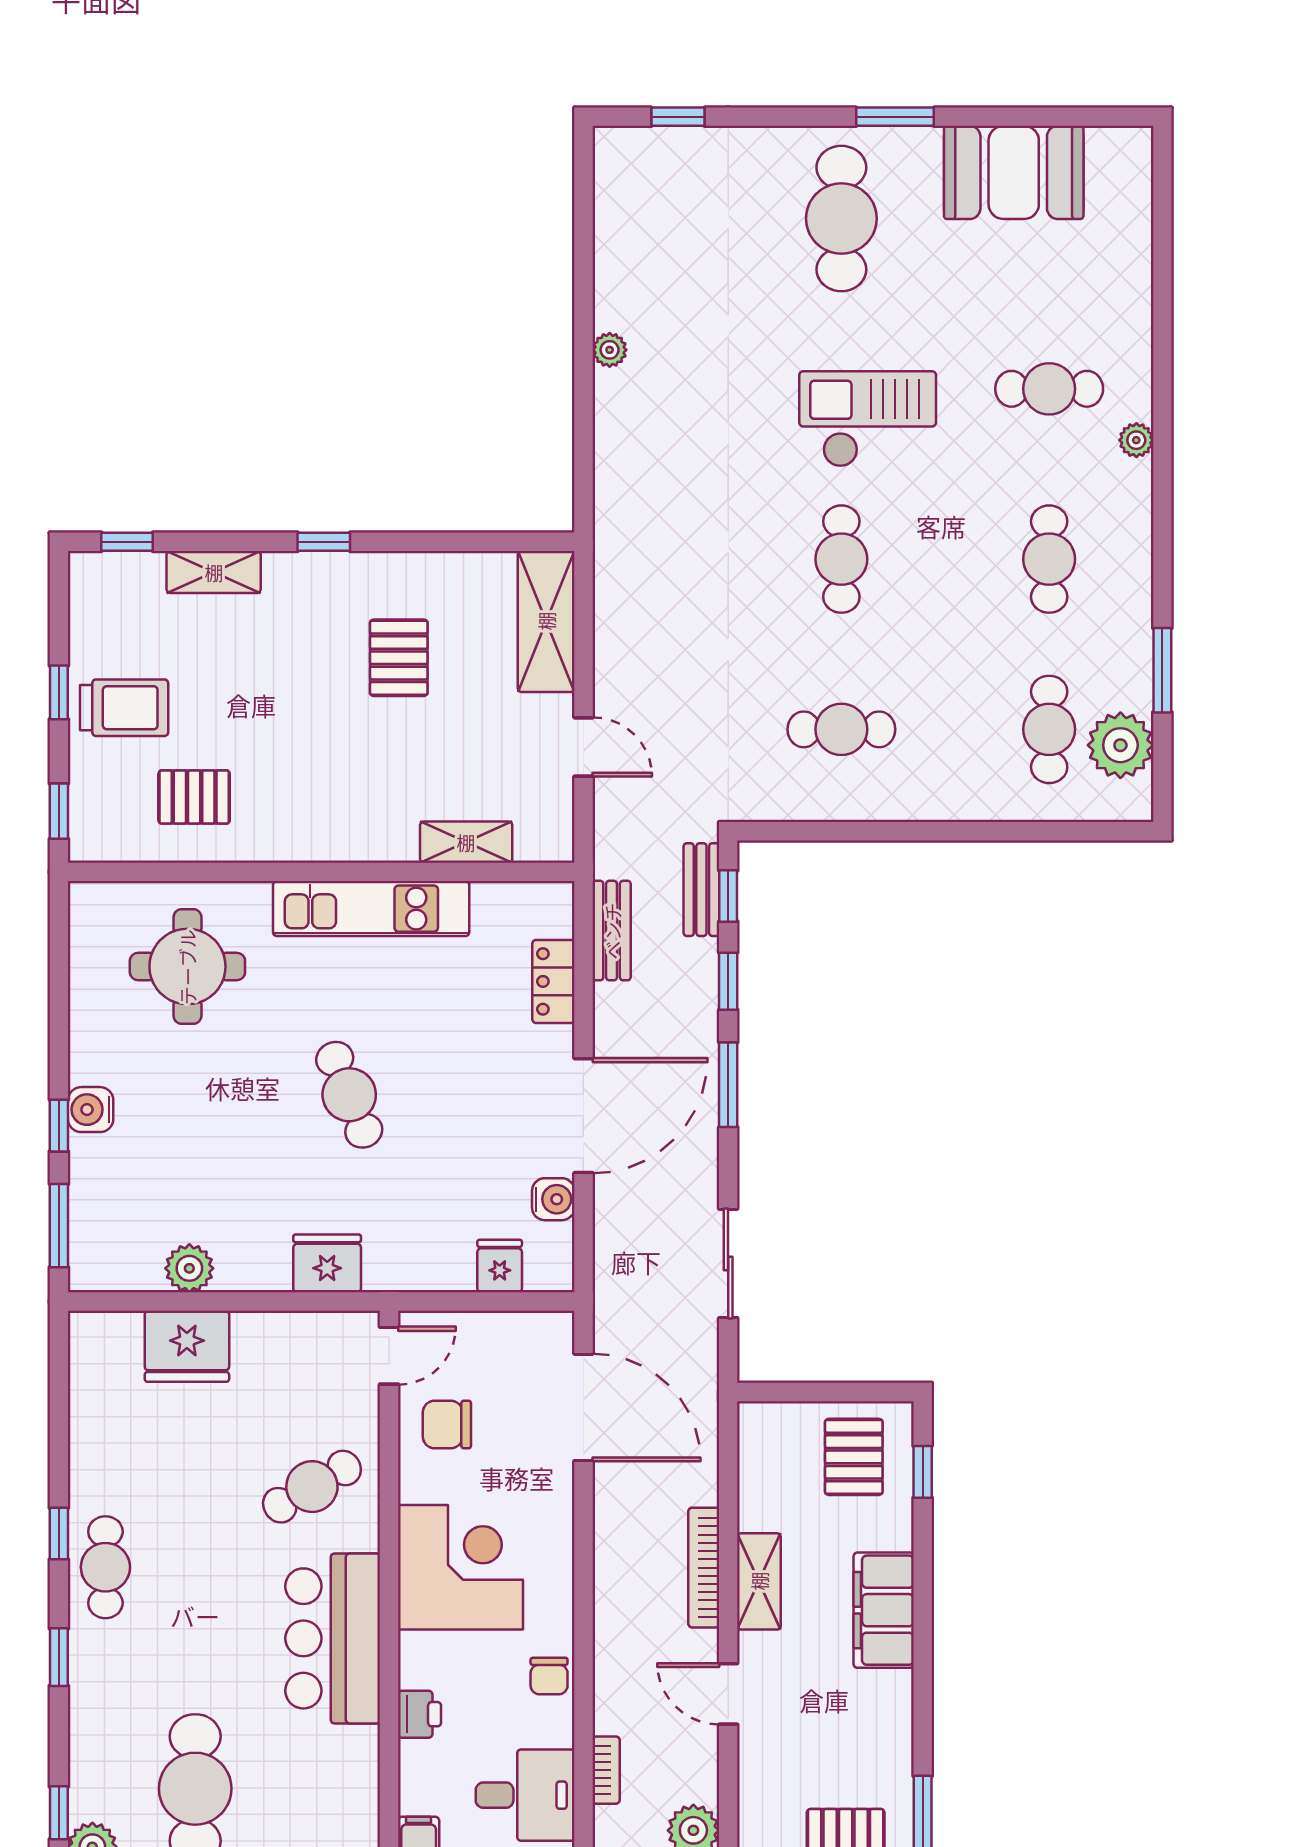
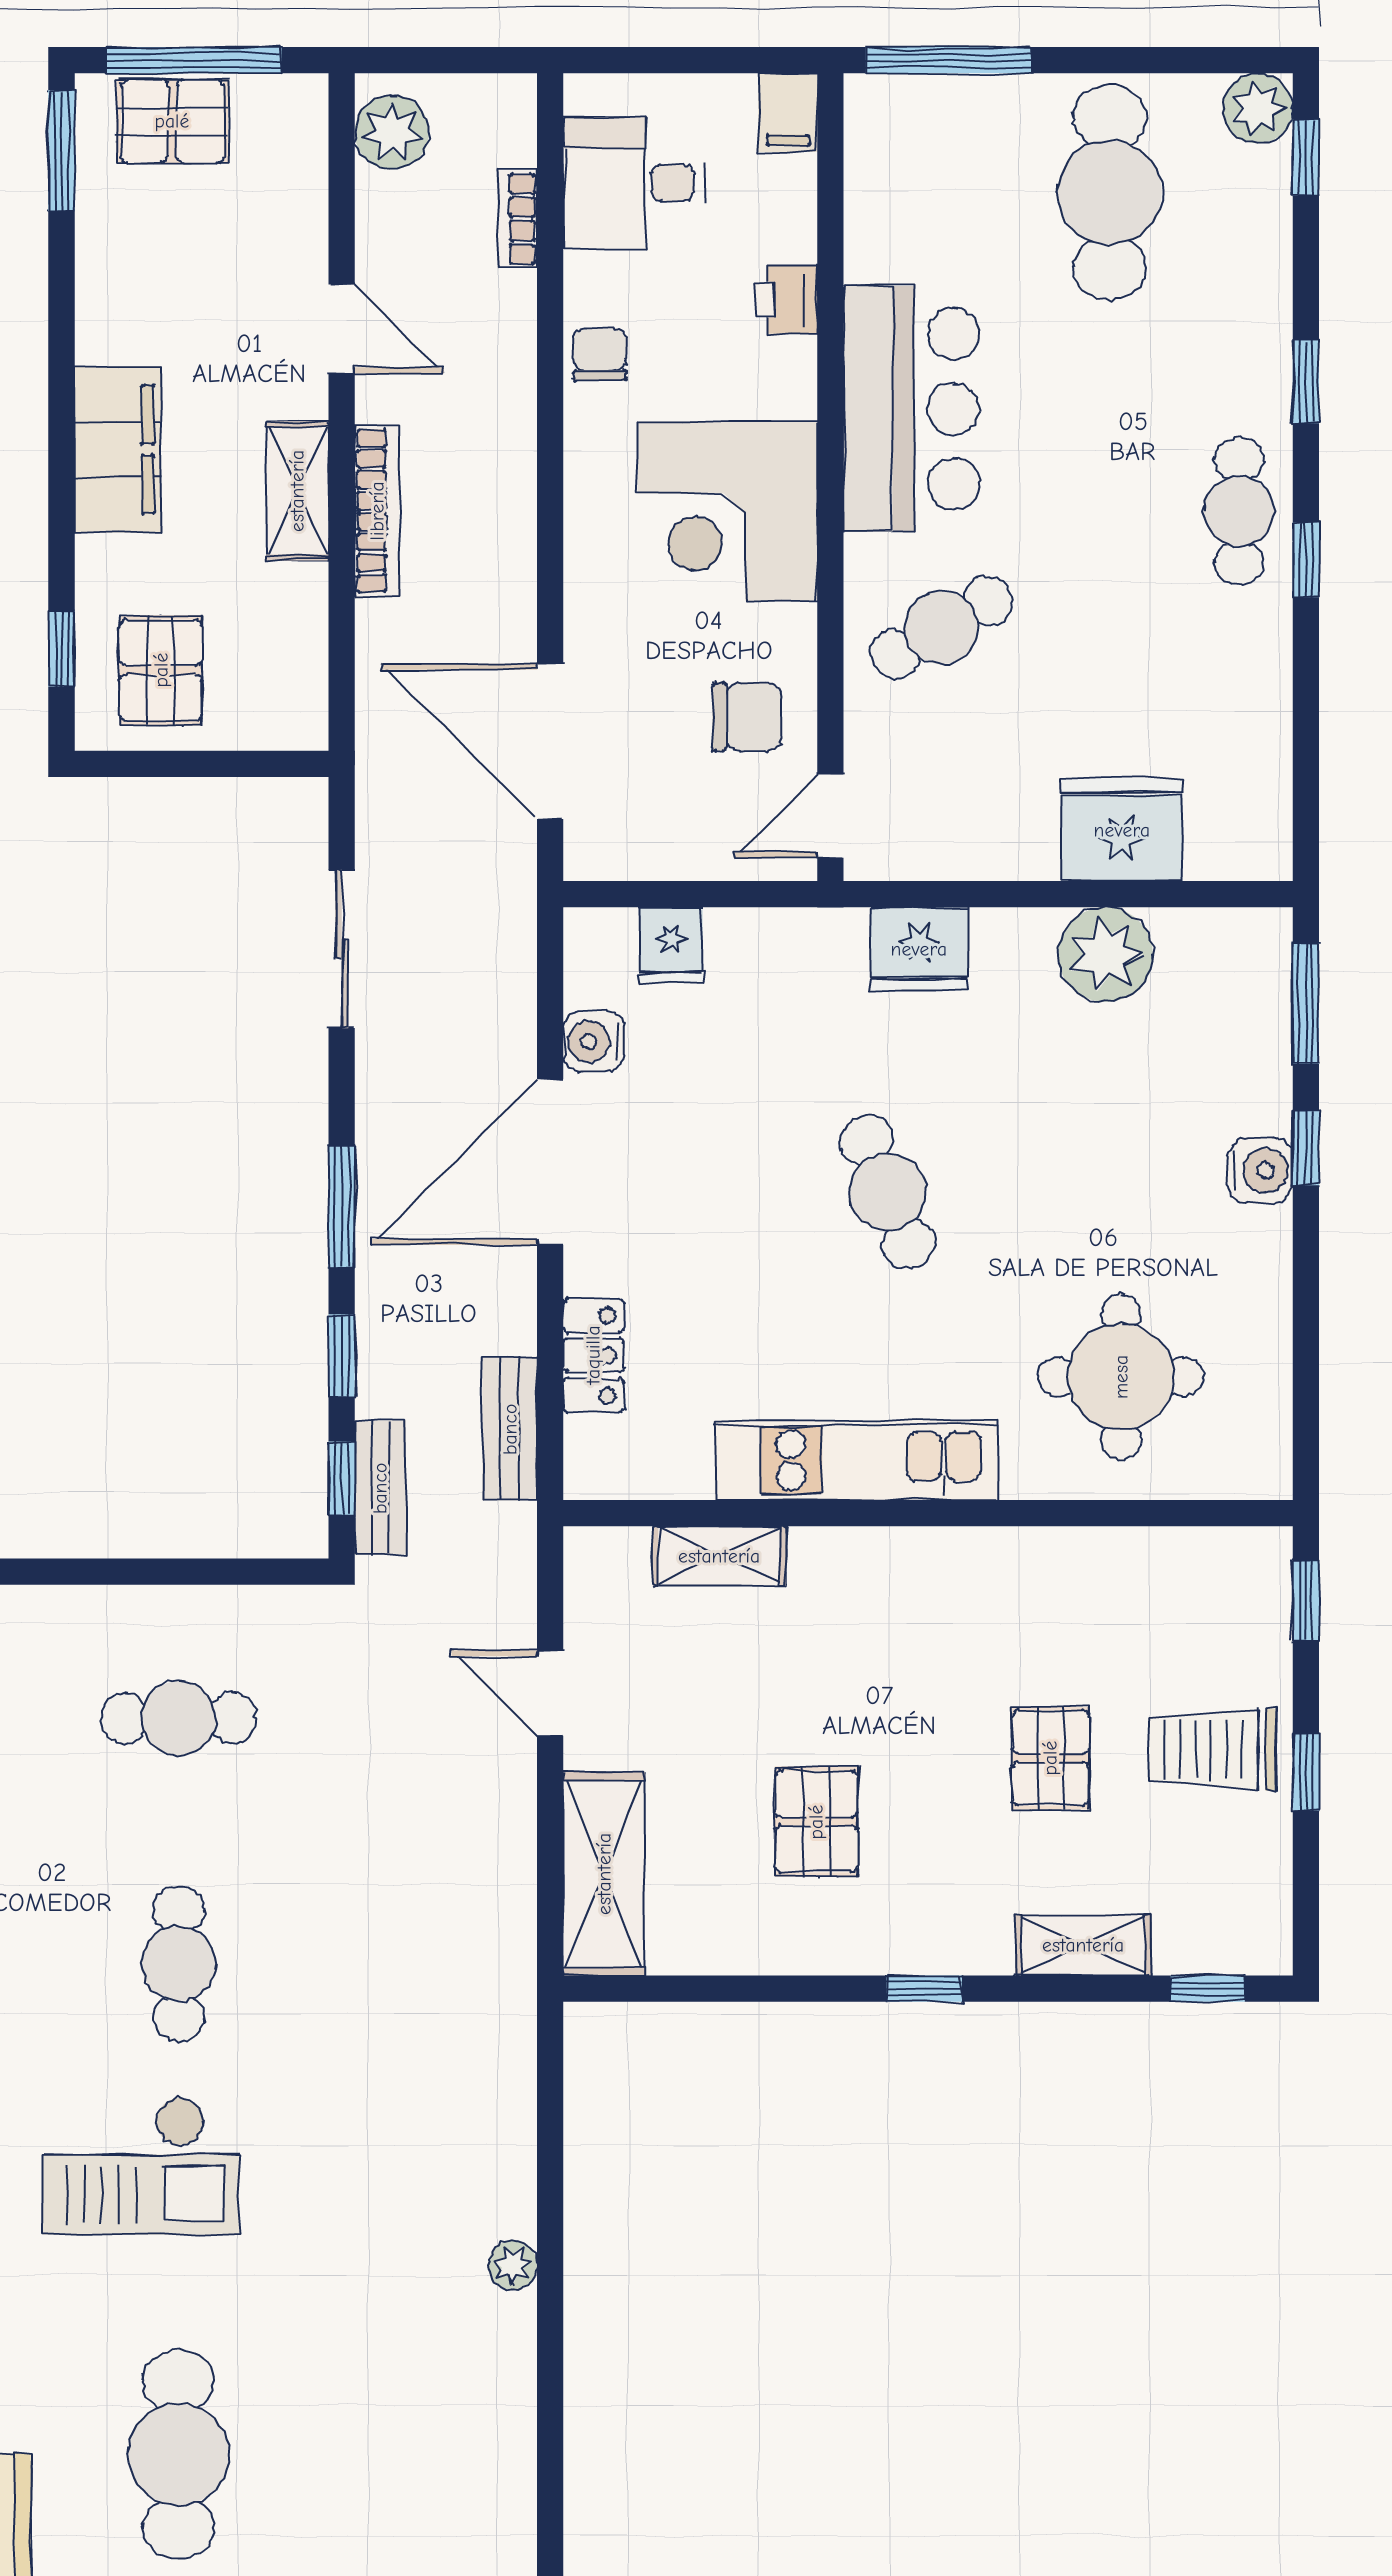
pallet: (194, 797) -> (1050, 1758), moved, turned 90
plant: (189, 1268) -> (1105, 955), width x1.36, depth x1.36

